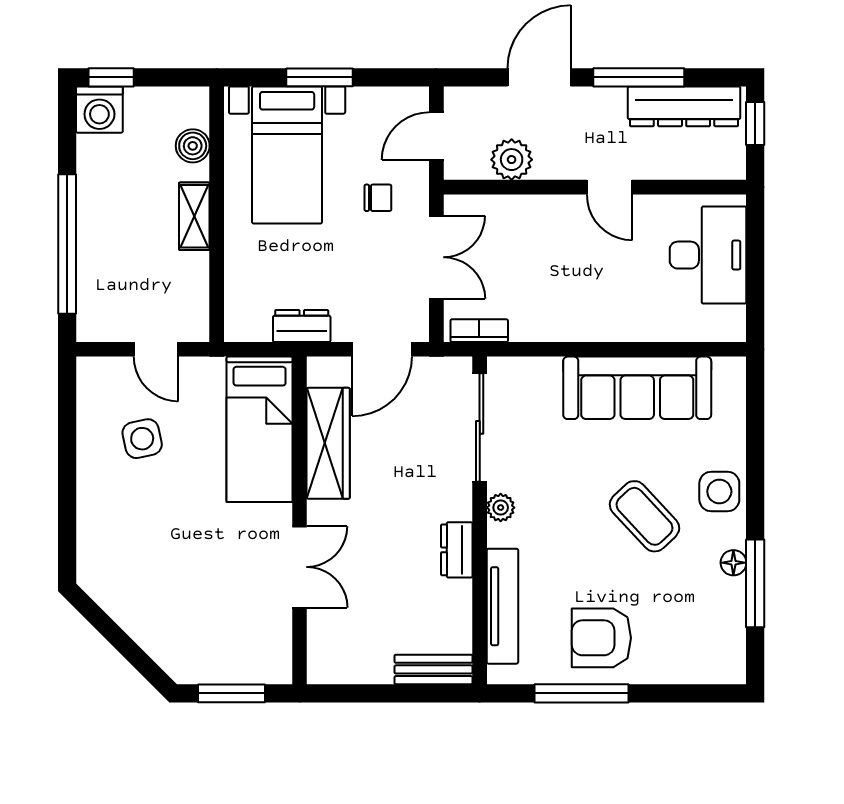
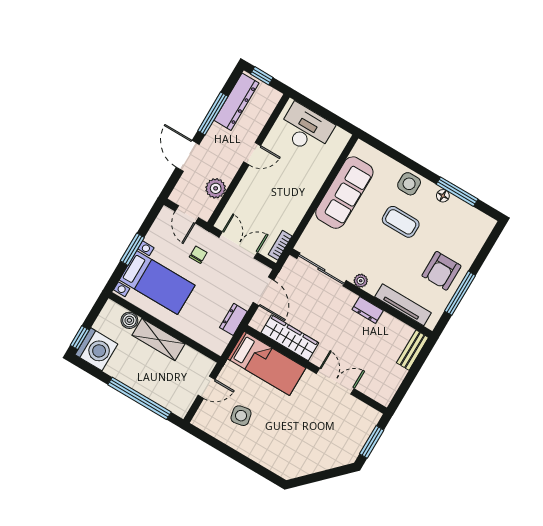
washing machine: (99, 110) -> (96, 349), width x1.37, depth x1.37
shelving: (194, 216) -> (158, 340), width x1.50, depth x1.33
coffee table: (645, 516) -> (401, 222), turned 43

